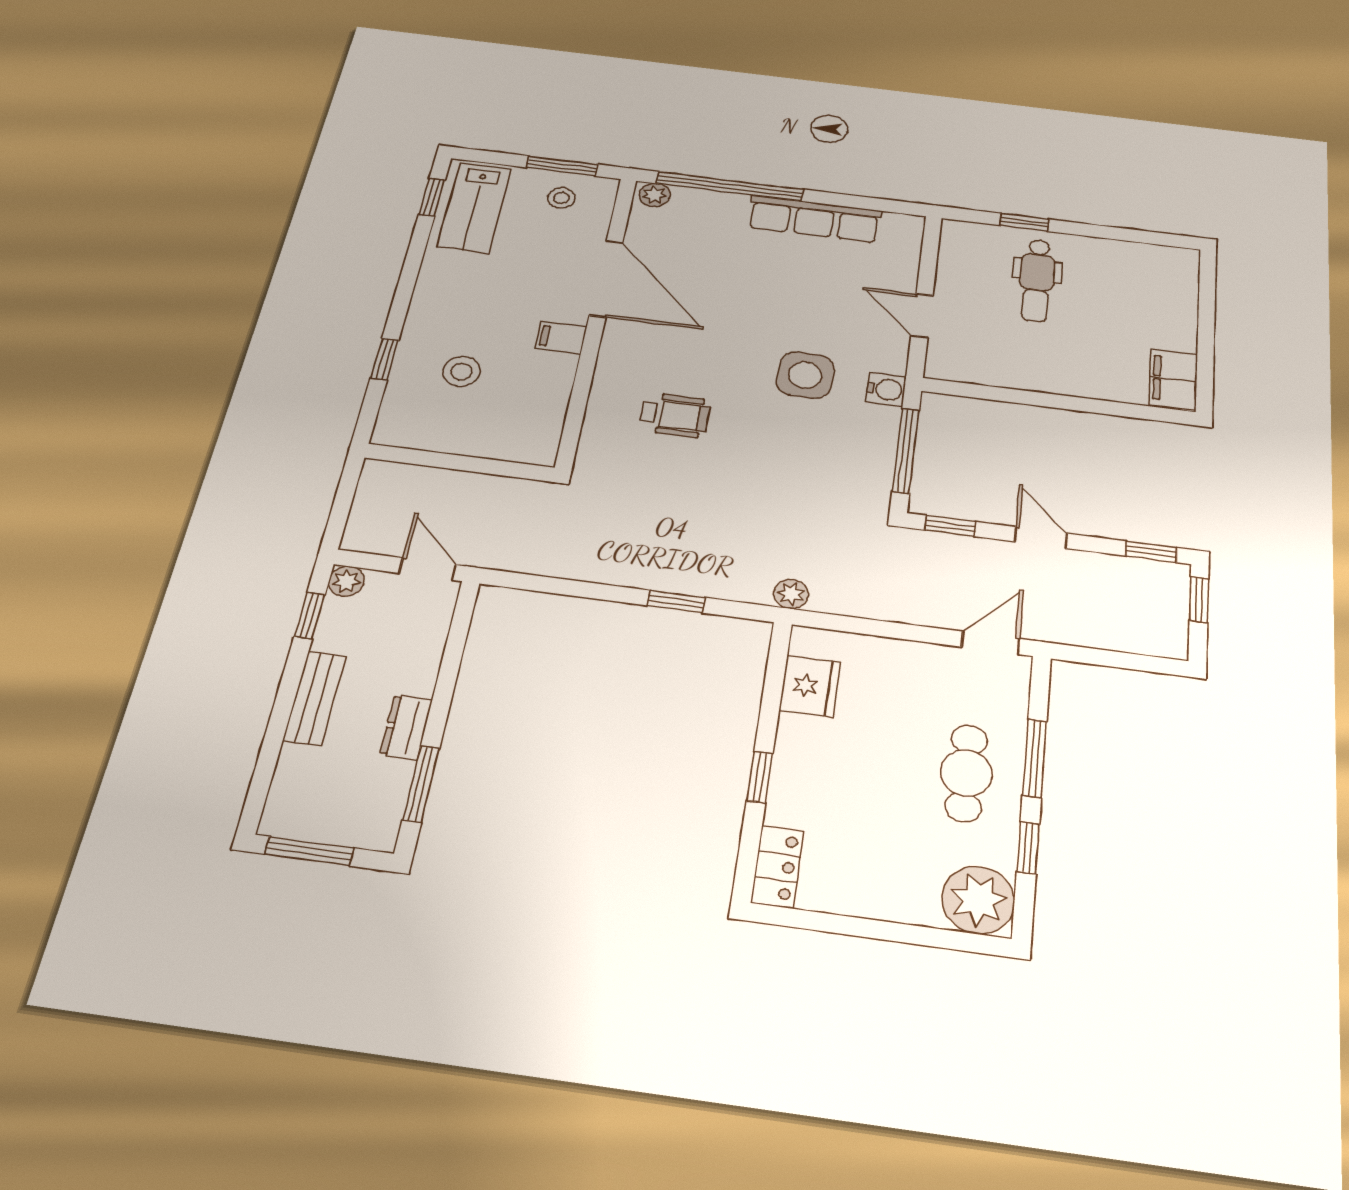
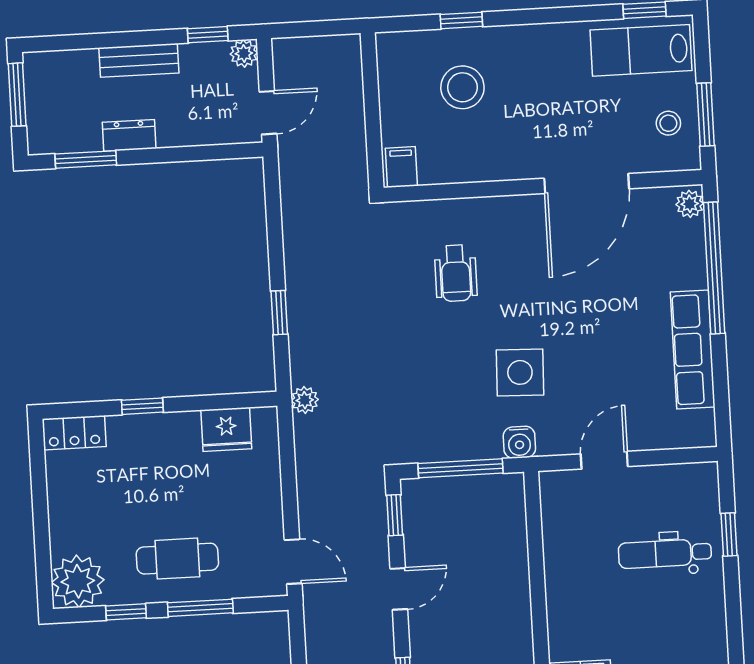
filing cabinet: (561, 338) -> (401, 167), moved
stool: (461, 372) -> (462, 87), width x1.38, depth x1.38

